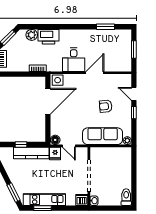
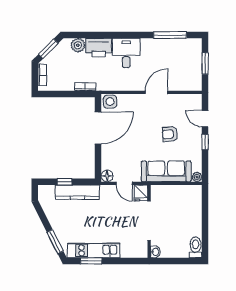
window: (106, 27) -> (170, 35), width x1.44
desk: (74, 60) -> (126, 53), moved, turned 180
fridge: (55, 153) -> (141, 193), moved
dishwasher: (82, 200) -> (140, 251), removed

